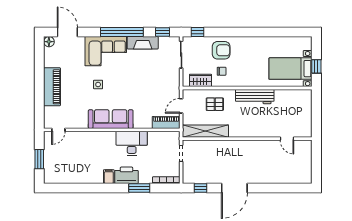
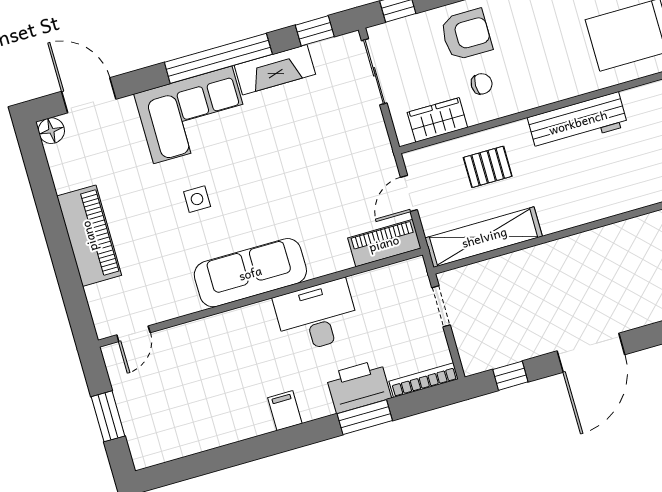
printer: (126, 175) -> (358, 386), moved

